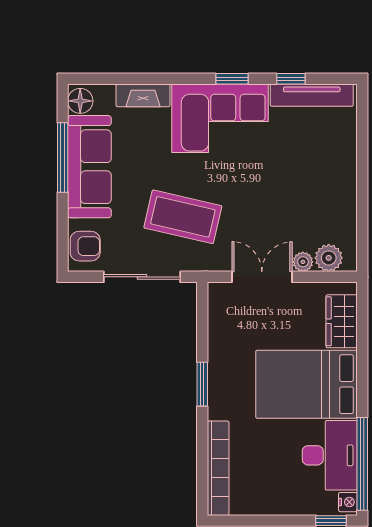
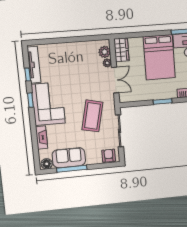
sofa: (89, 167) -> (69, 158), width x0.73
double door: (262, 277) -> (115, 80), swing flipped
wardrobe: (342, 321) -> (121, 50), moved, turned -90

